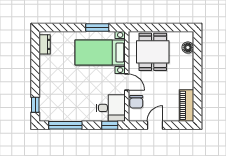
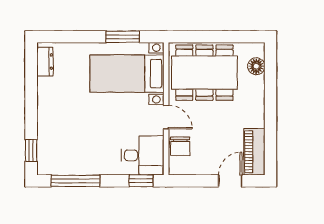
dining table: (153, 52) -> (204, 73), width x1.38
door: (155, 125) -> (230, 181), moved

